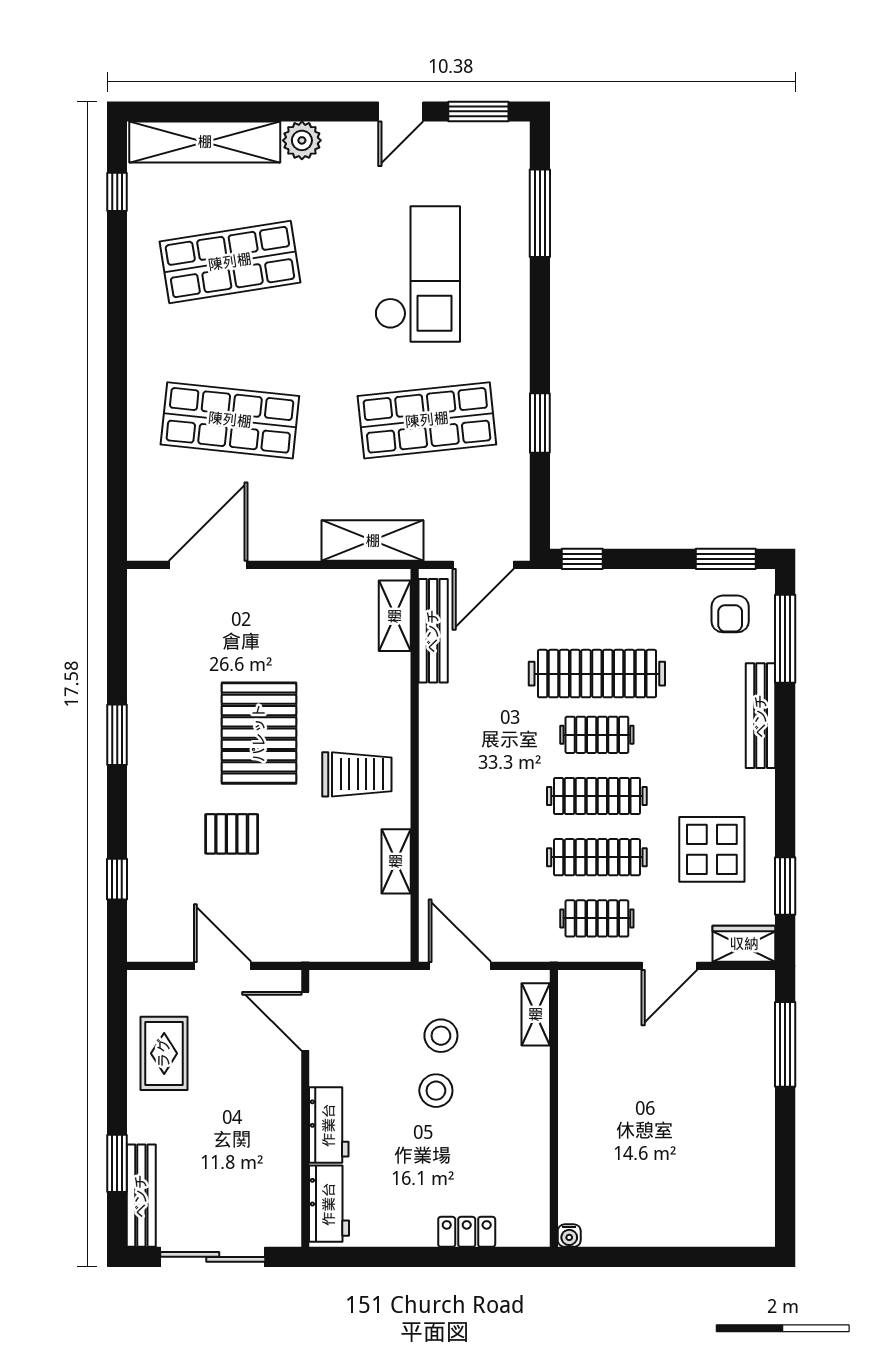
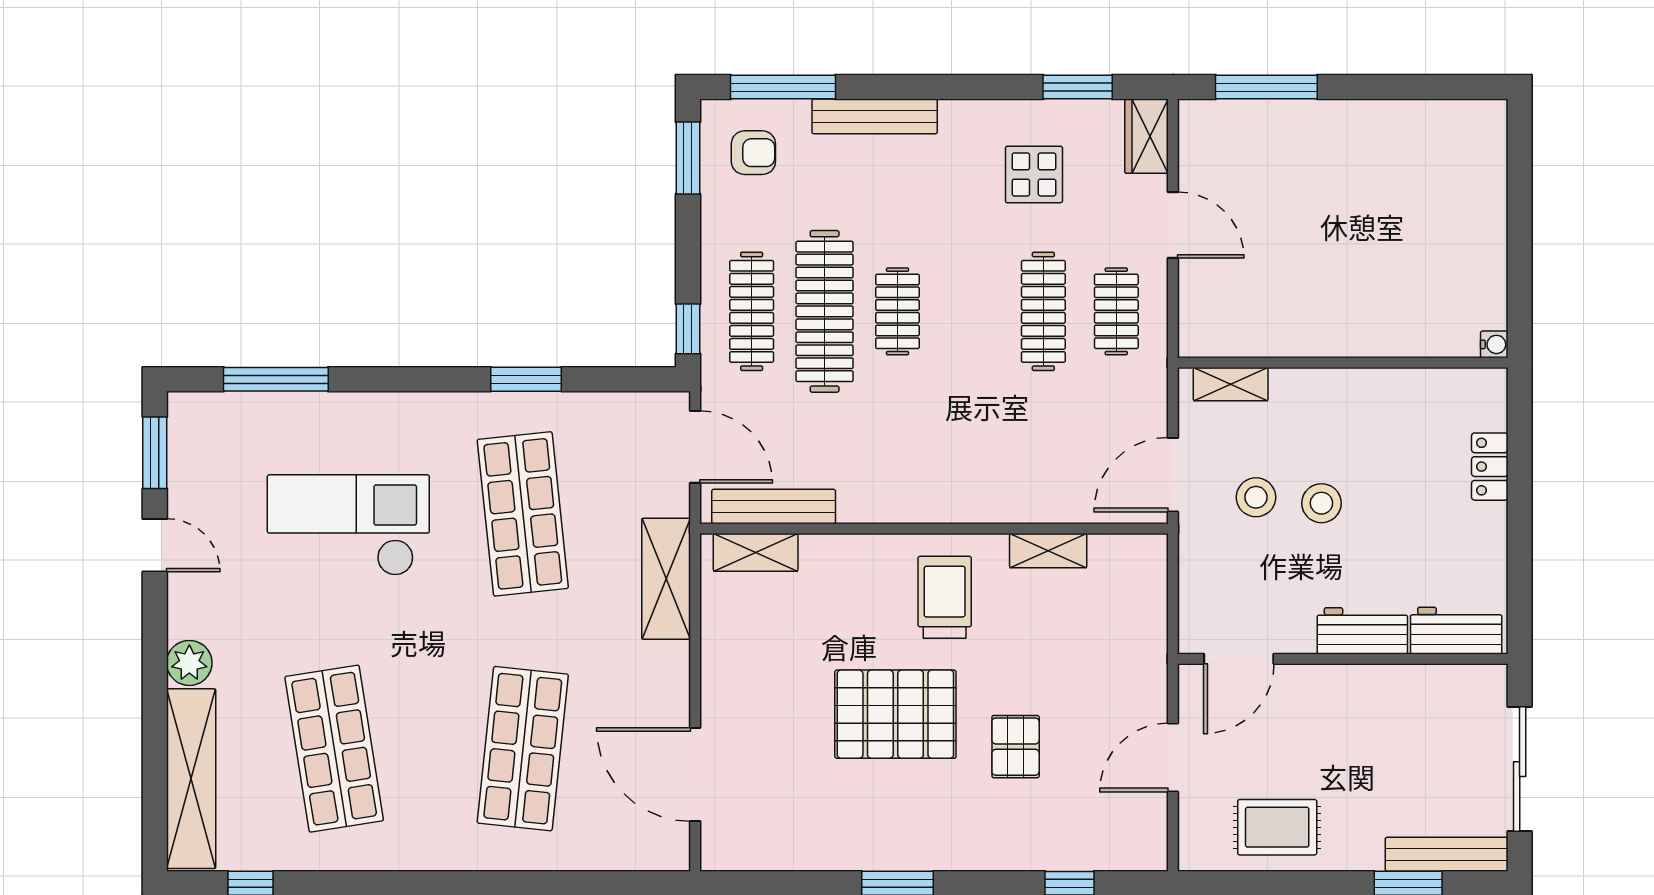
clothes rail: (597, 796) -> (752, 311), moved
display table: (712, 849) -> (1034, 174), width x0.73, depth x0.73

